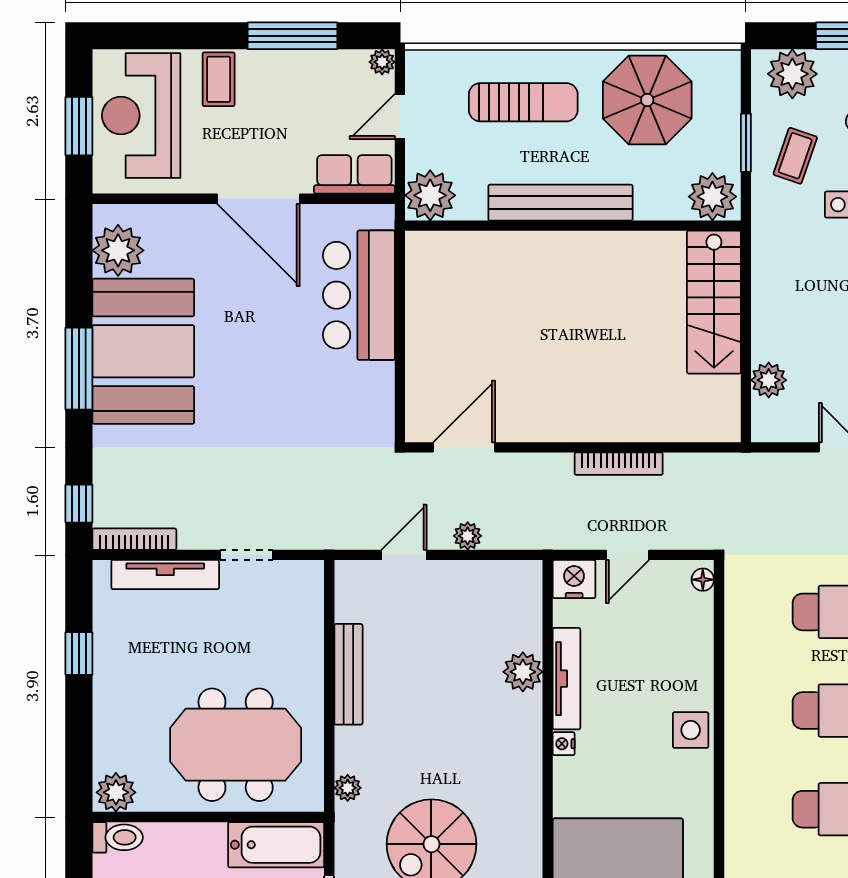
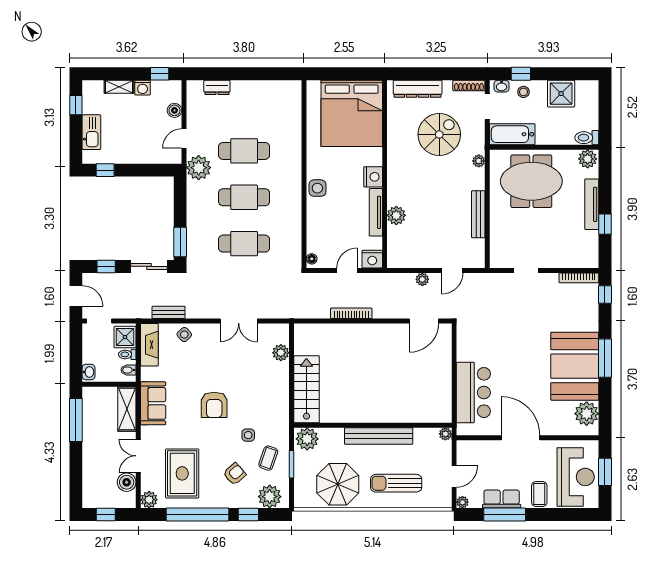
row of seats: (354, 174) -> (502, 499), moved, turned 180
plant: (430, 195) -> (445, 434), width x0.53, depth x0.53
tv unit: (165, 575) -> (592, 204), moved, turned -90
nightstand: (564, 744) -> (373, 177), width x1.89, depth x1.79

